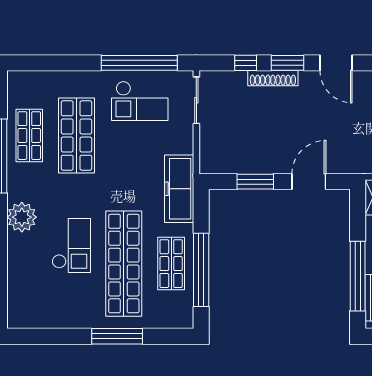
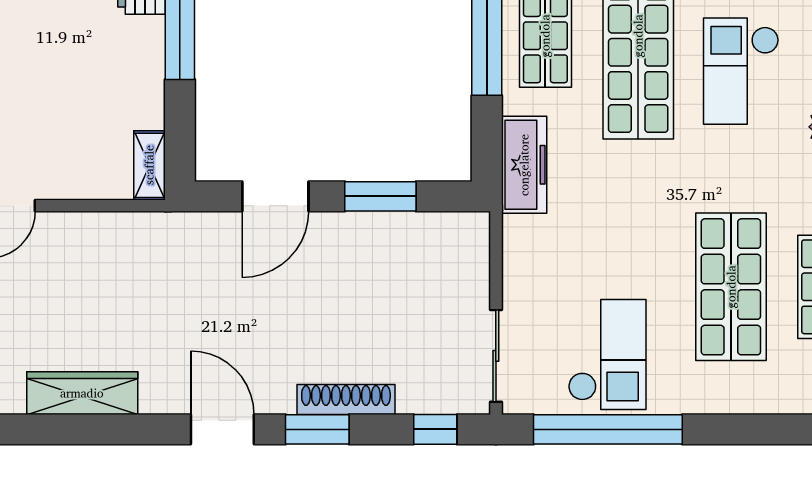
window: (246, 63) -> (435, 429), moved
checkout: (140, 101) -> (607, 354), turned 90
freezer: (179, 189) -> (524, 165), width x0.73, depth x0.79

